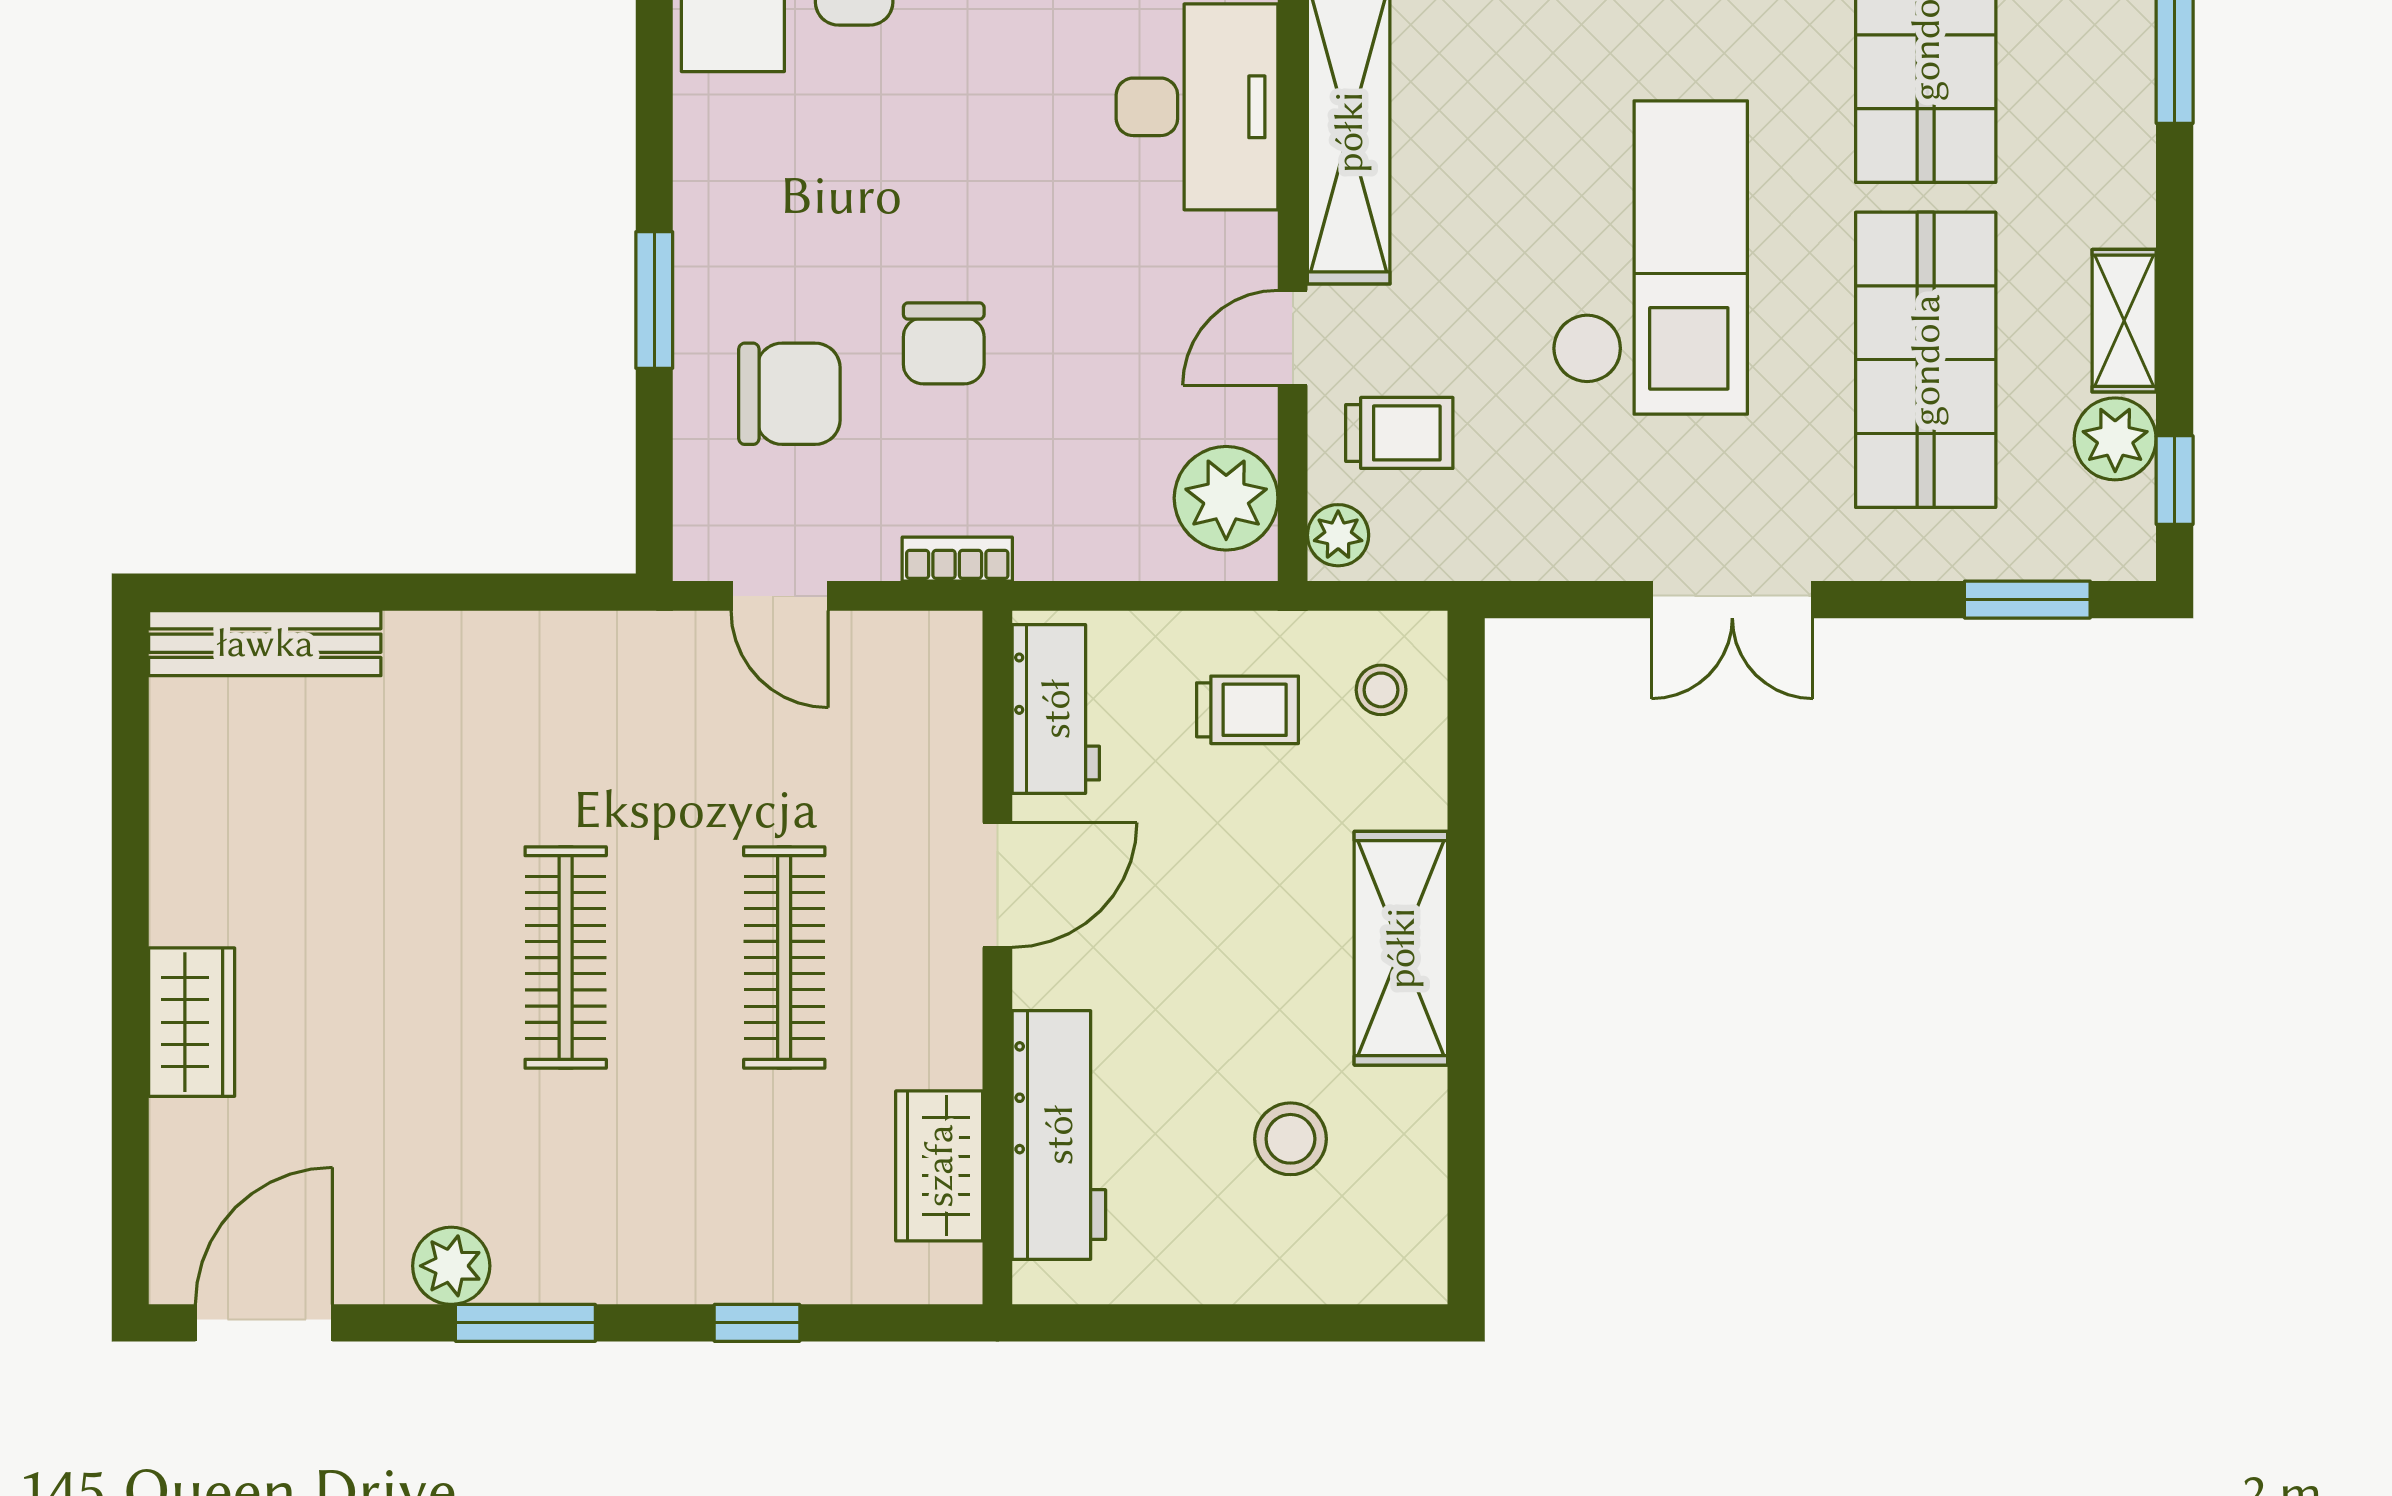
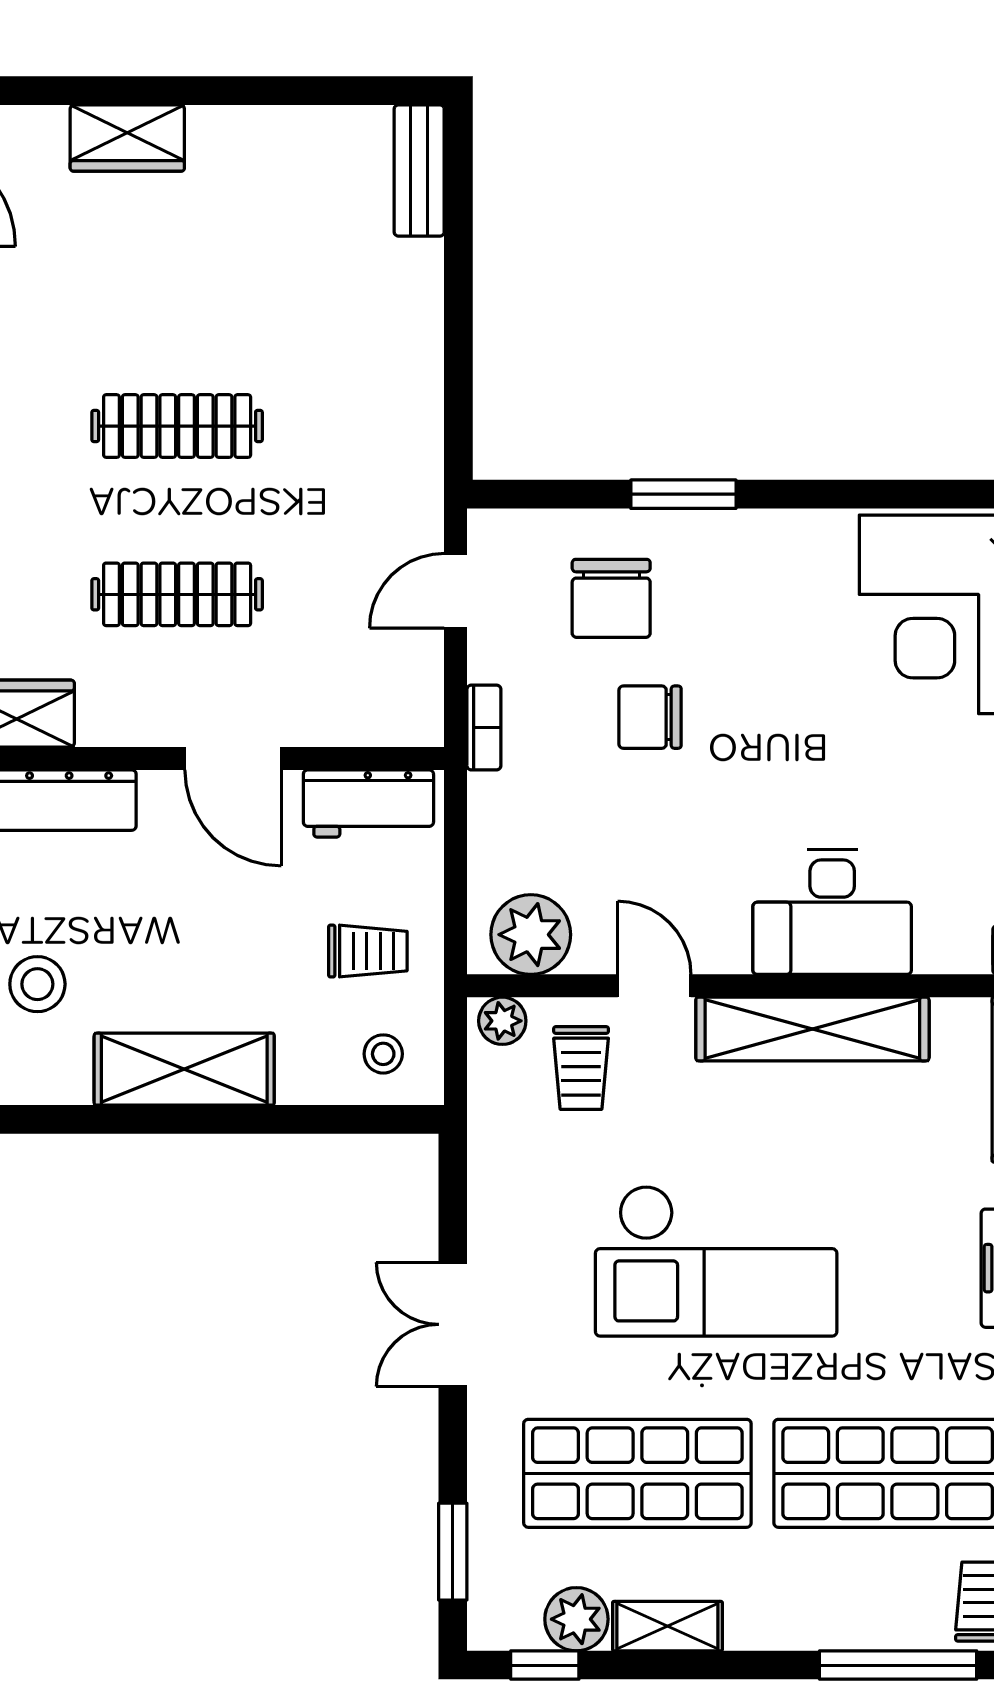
bench: (265, 643) -> (419, 170), width x0.73
trolley: (1247, 710) -> (368, 951), turned -90

